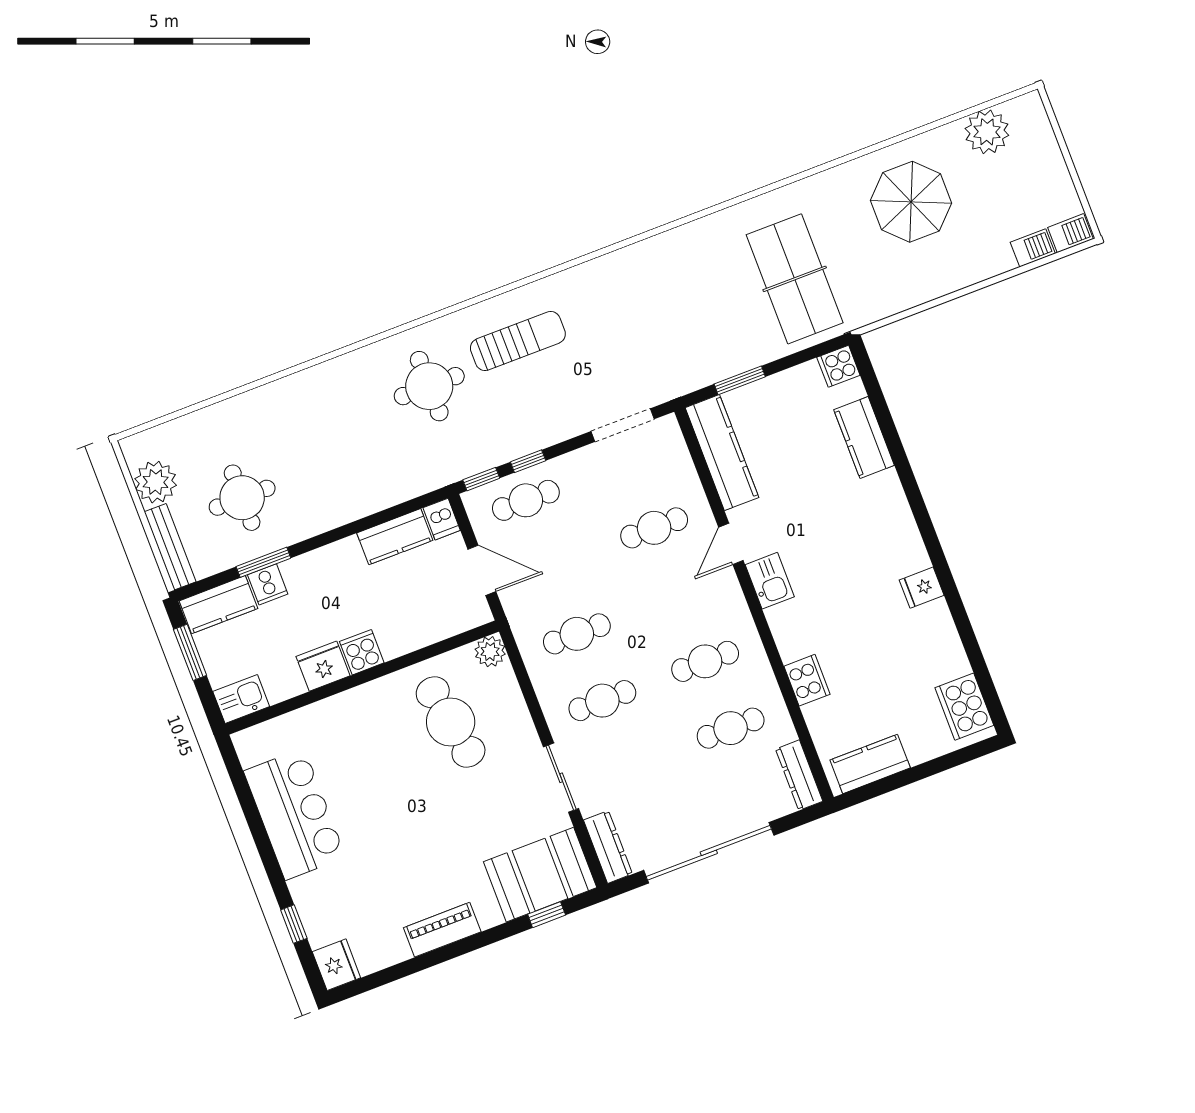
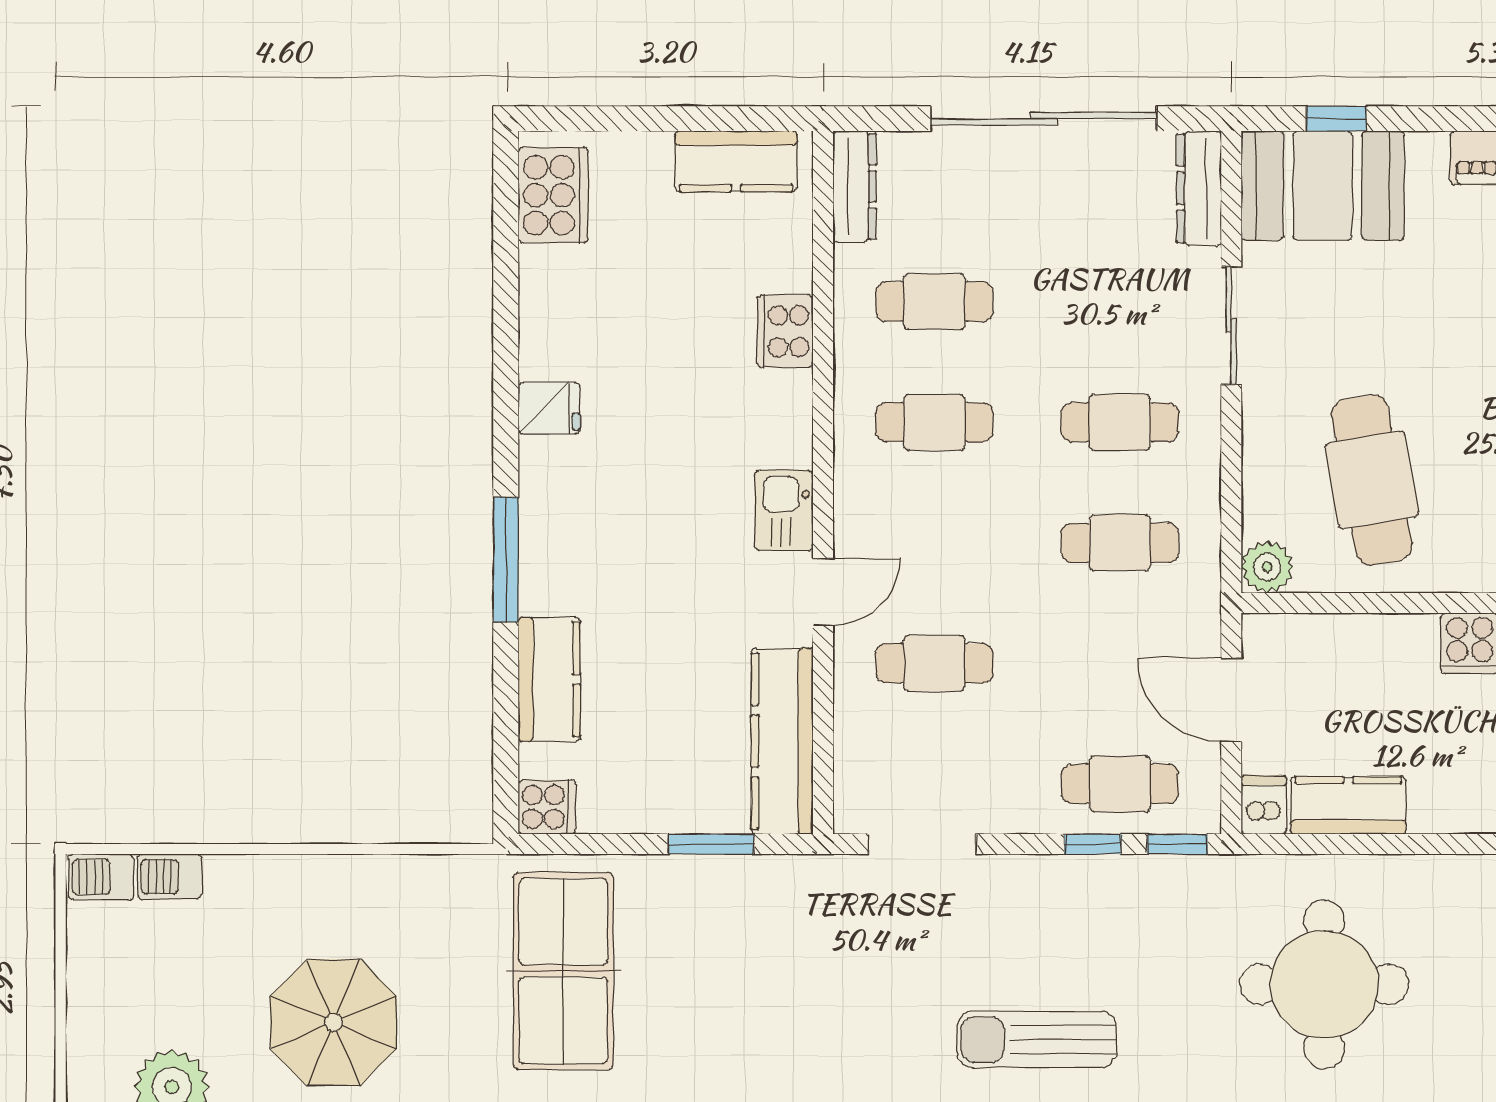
round table: (429, 386) -> (1324, 984), moved, width x1.36, depth x1.36
window: (913, 495) -> (506, 559), added

